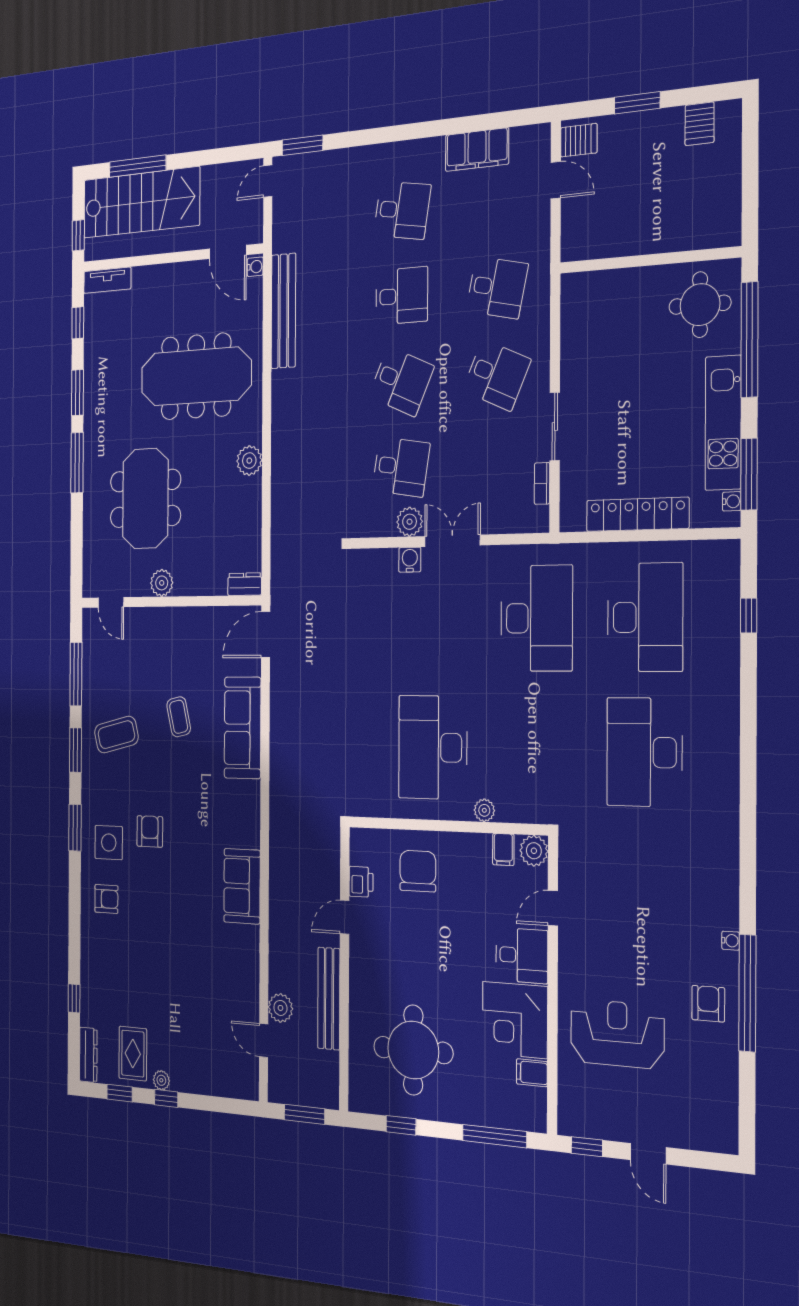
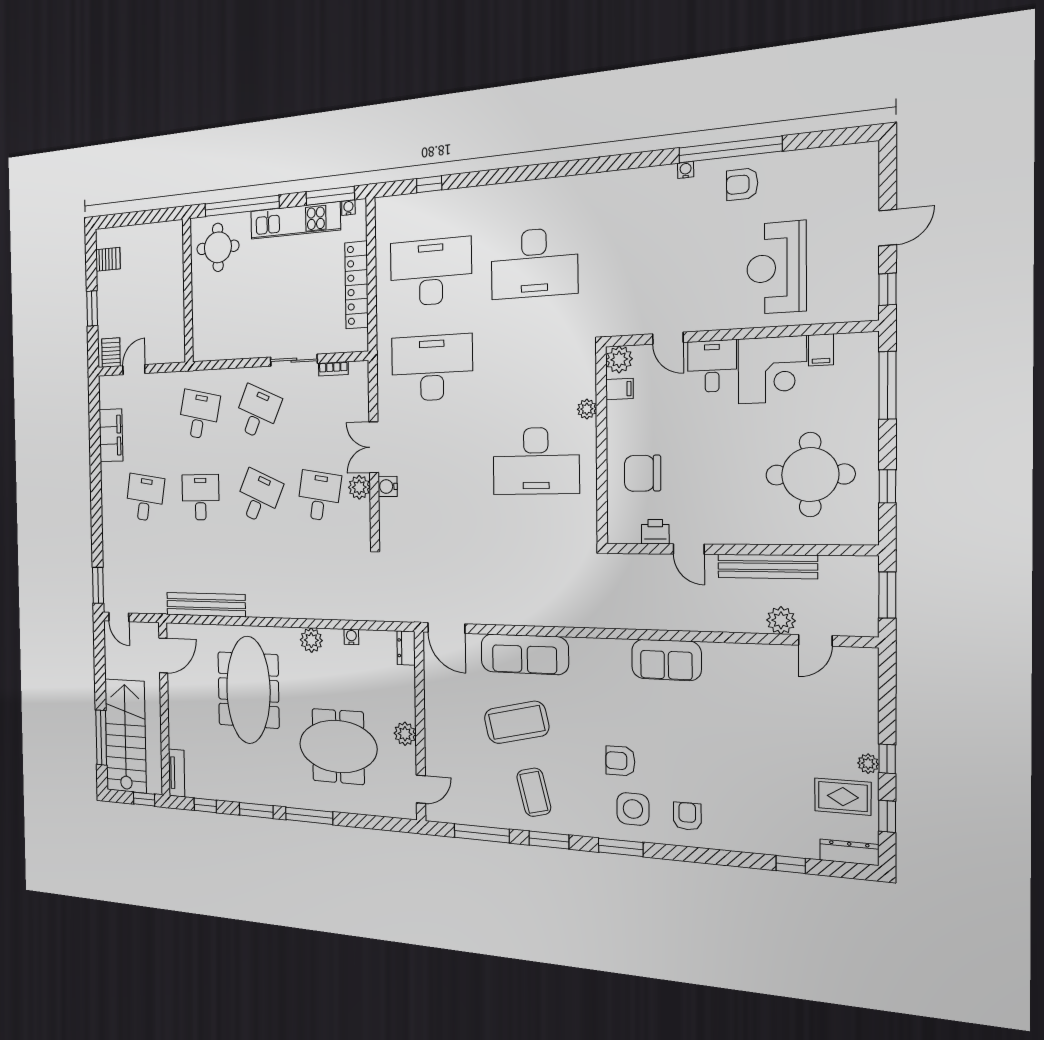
water cooler: (255, 267) -> (351, 637), moved
coffee table: (179, 717) -> (517, 722), width x1.86, depth x1.72

